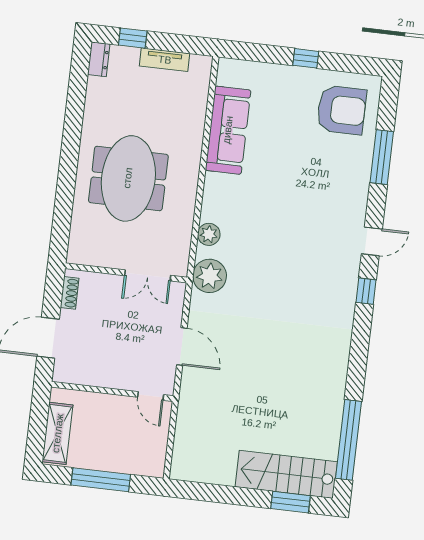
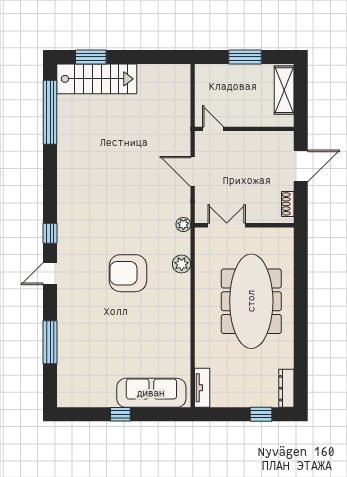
dresser: (99, 59) -> (286, 388), width x1.44
tv unit: (165, 60) -> (202, 388), moved, turned 90
armchair: (341, 110) -> (128, 273), moved
sofa: (228, 130) -> (151, 393), moved, turned 90
meeting table: (128, 178) -> (251, 301), width x1.36
plant: (210, 276) -> (183, 224), width x0.53, depth x0.53
window: (101, 480) -> (245, 57), width x0.69

